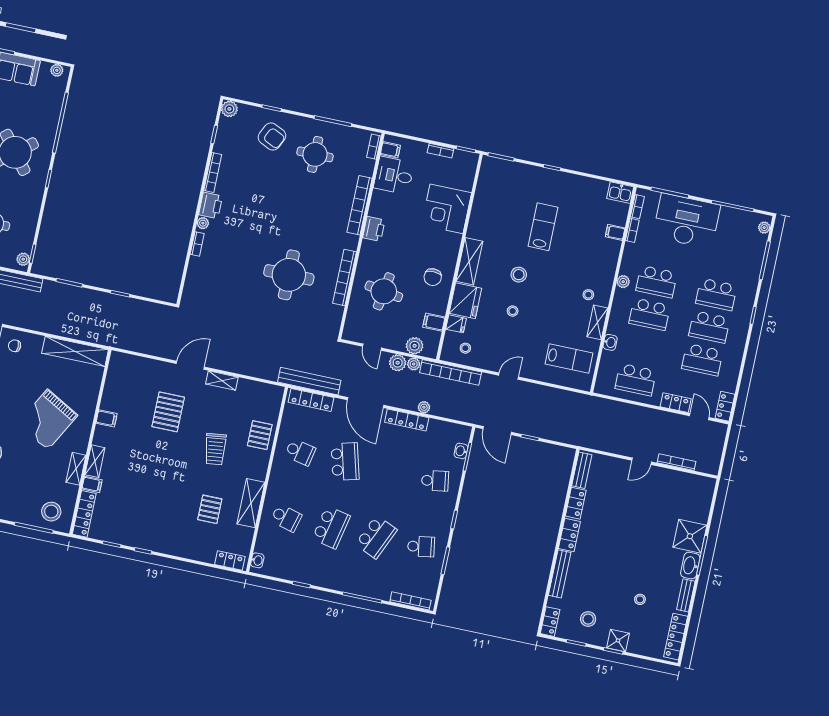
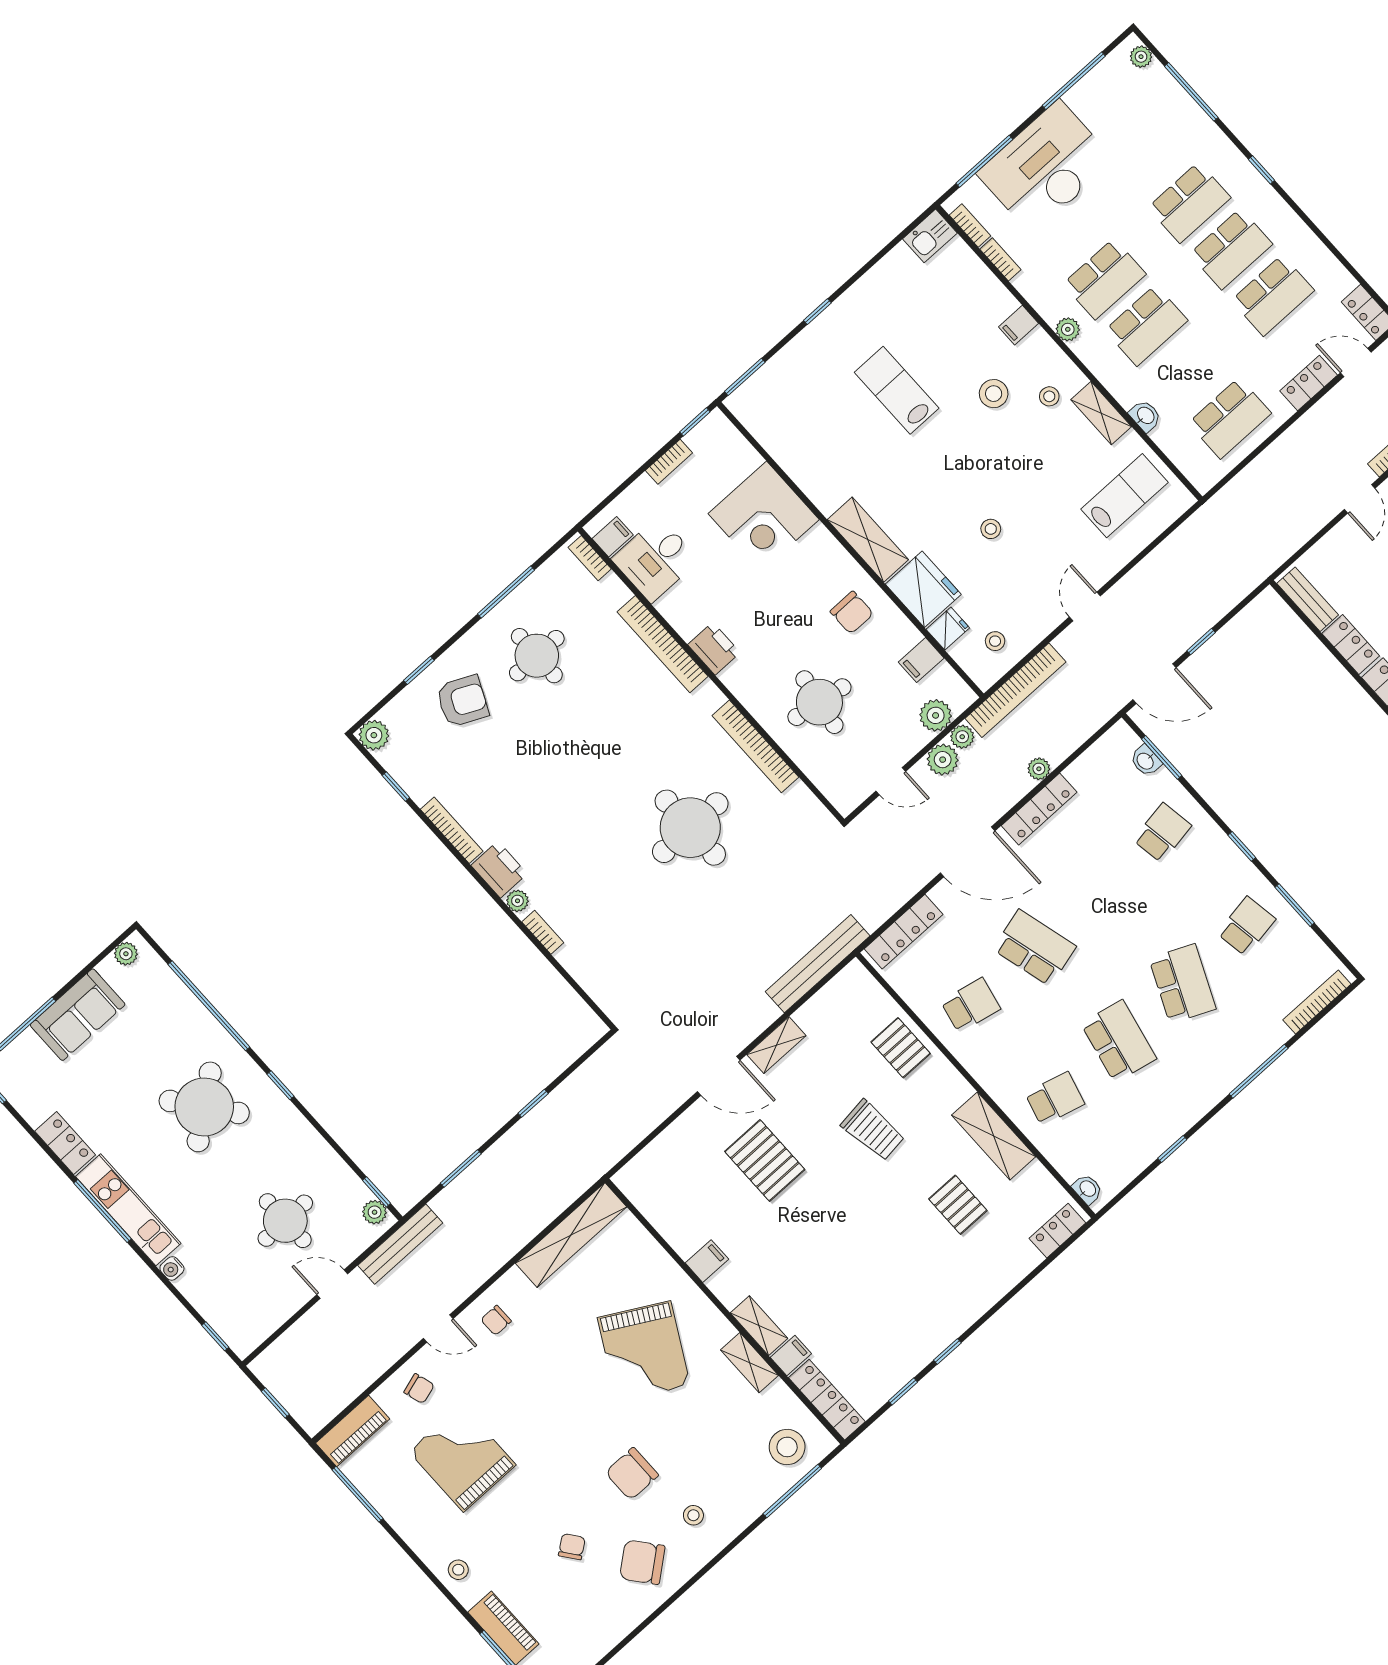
filing cabinet: (615, 232) -> (1018, 325), moved
stool: (519, 275) -> (994, 394), moved
door: (190, 365) -> (719, 1076), swing flipped
bench: (309, 381) -> (818, 964), moved

